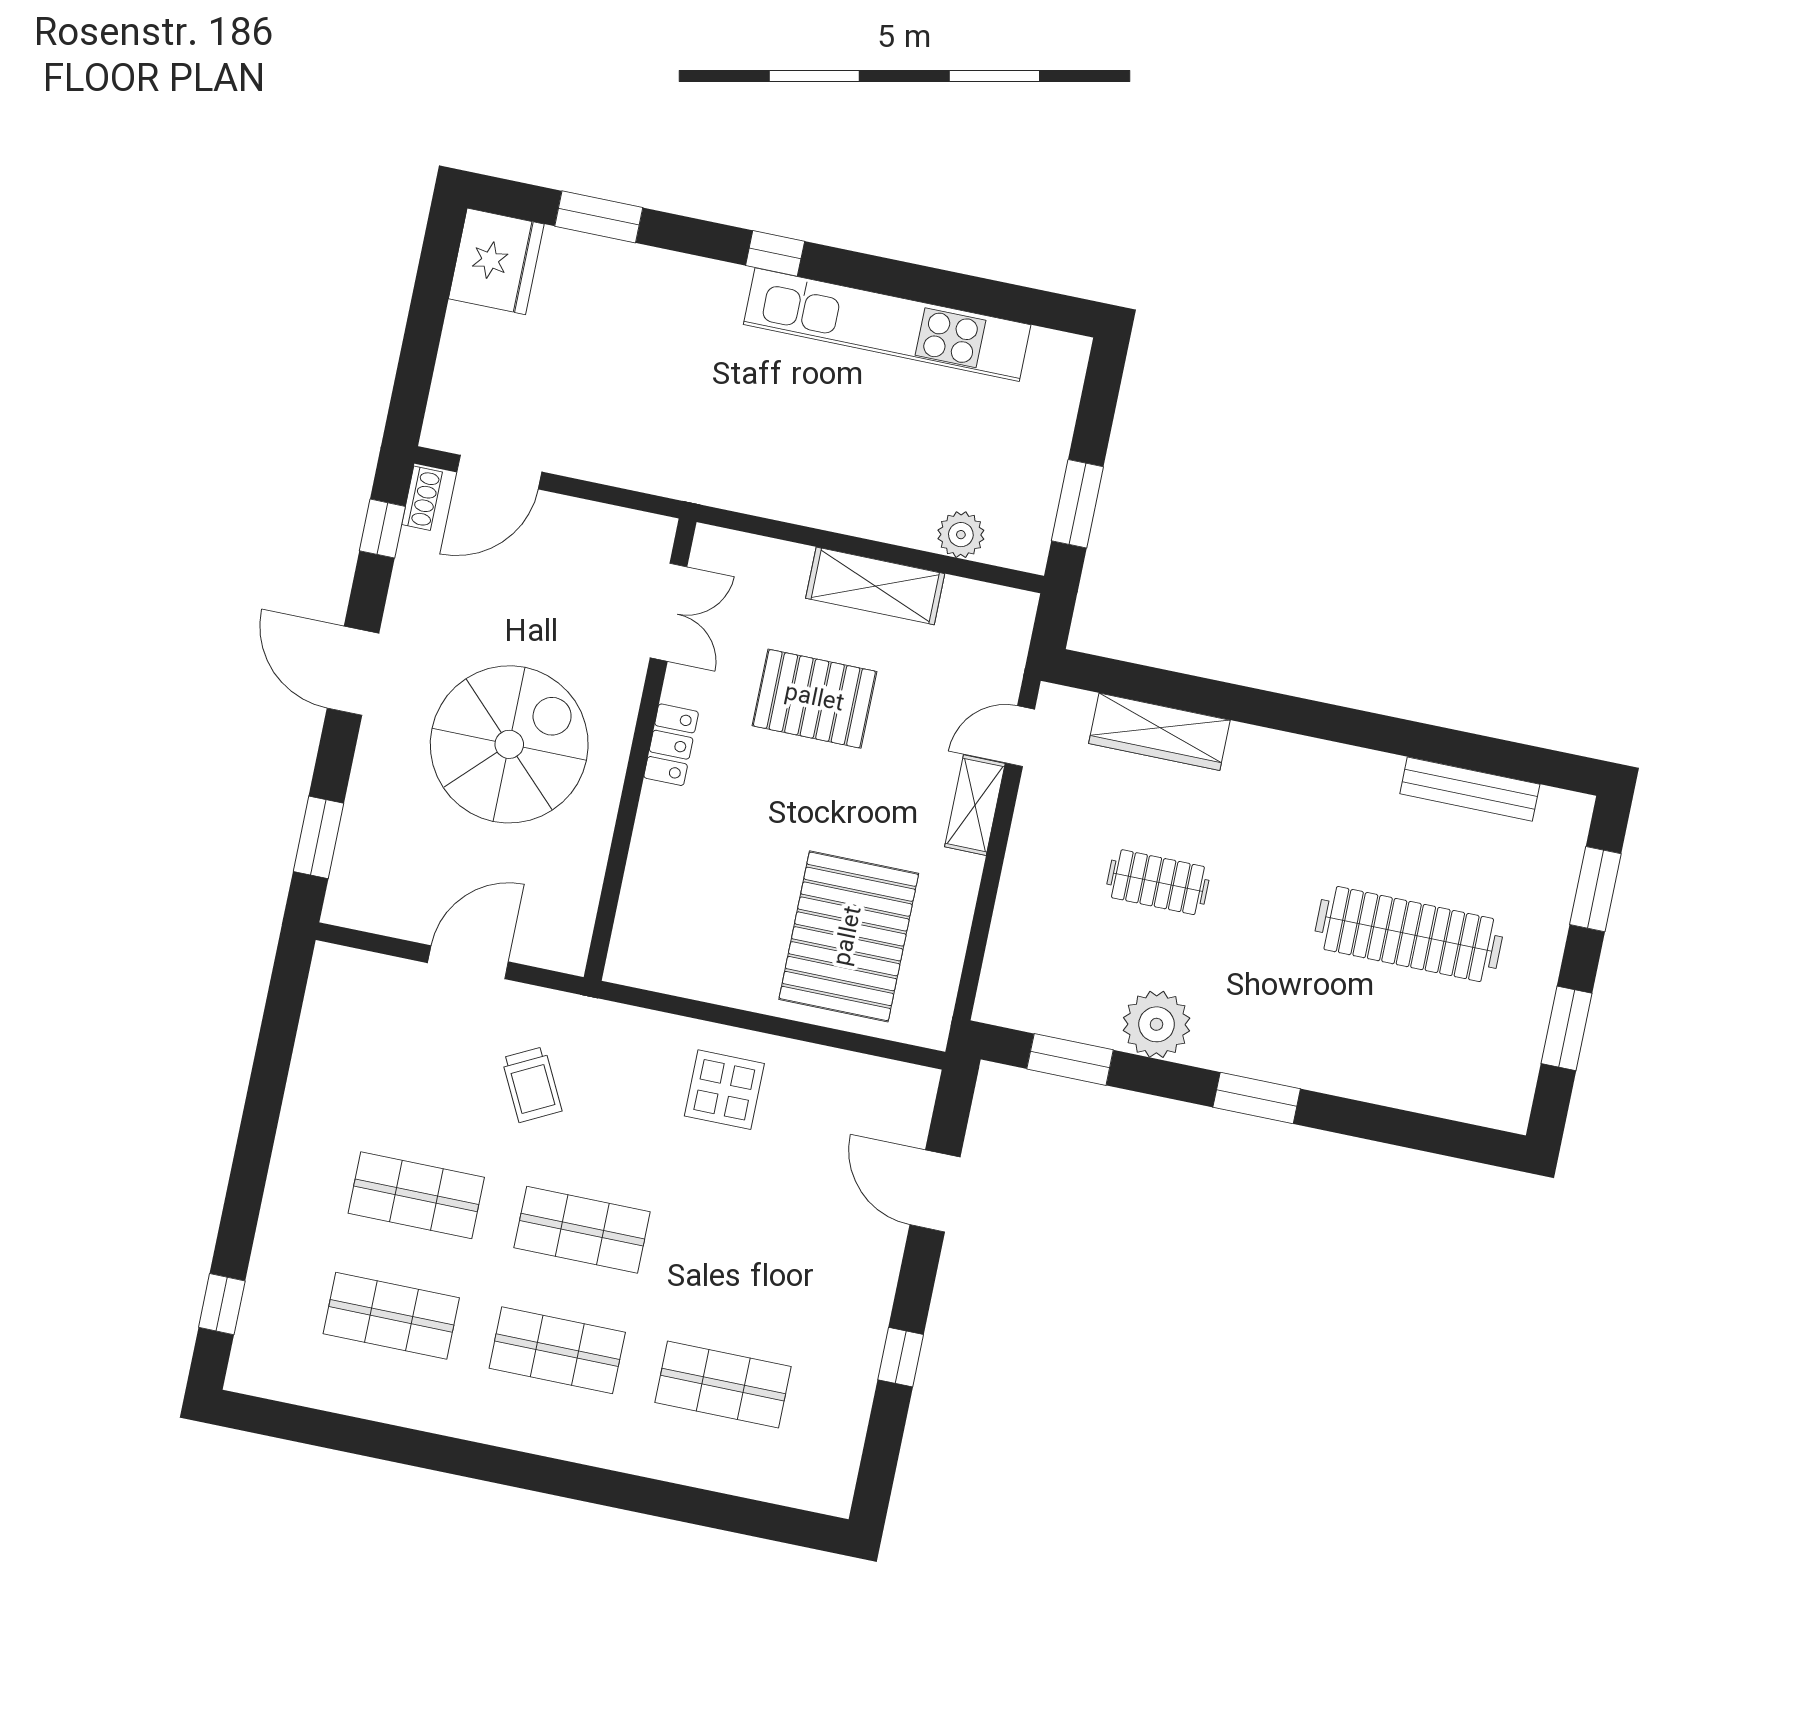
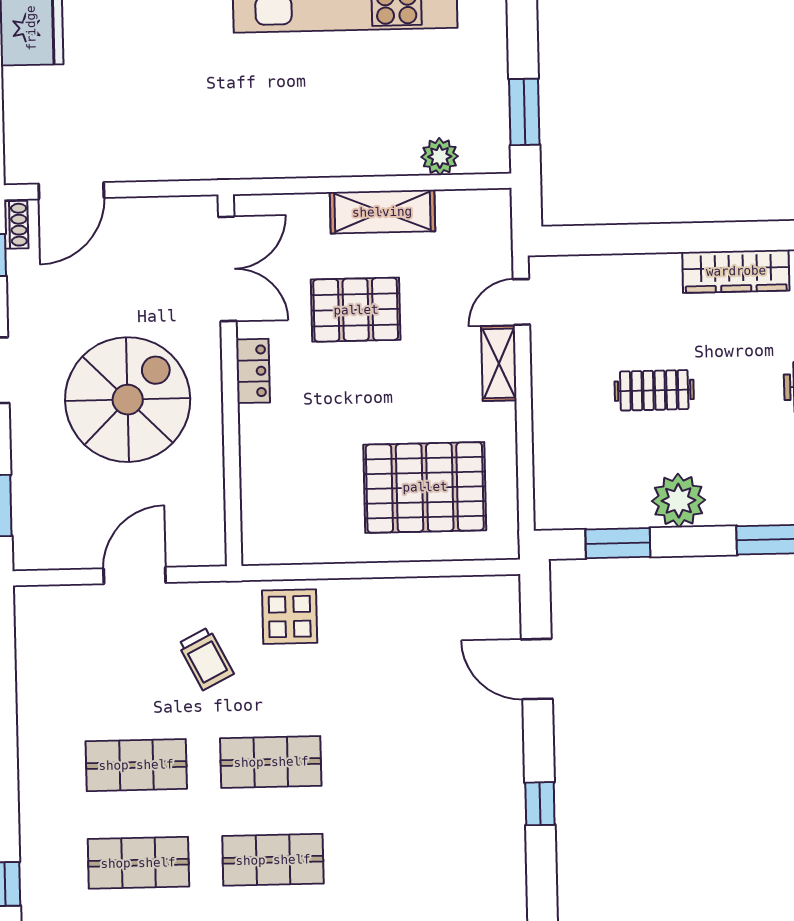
double door: (669, 612) -> (227, 269), width x1.37
wardrobe: (1159, 732) -> (736, 271), moved
pallet: (849, 936) -> (425, 487), turned 90
display table: (724, 1090) -> (290, 617), moved
shop shelf: (723, 1385) -> (407, 857), removed

